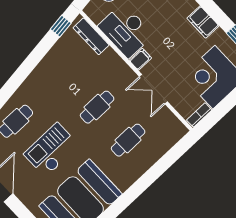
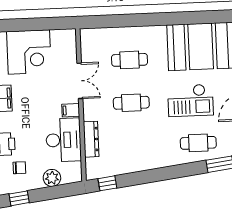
dresser: (91, 36) -> (91, 139), moved
bookcase: (199, 115) -> (63, 34), removed

